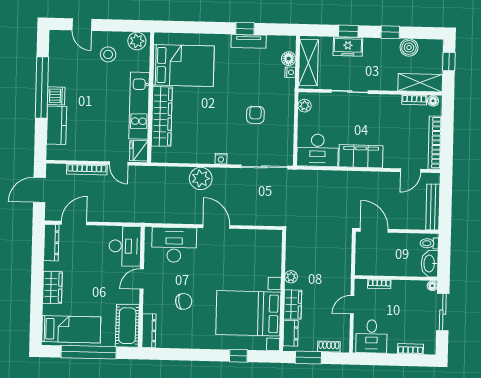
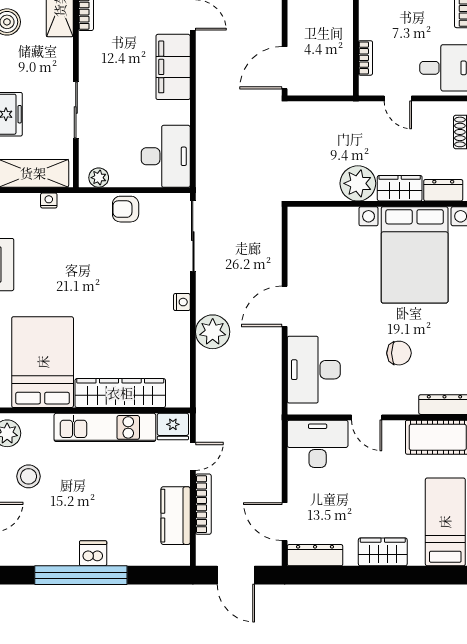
floor lamp: (289, 59) -> (28, 203), removed
armchair: (255, 115) -> (126, 209), moved
kitchen counter: (57, 125) -> (176, 516), moved, turned -90
filing cabinet: (361, 156) -> (173, 67), moved
plant: (291, 277) -> (358, 183), width x1.87, depth x1.87
chair: (184, 301) -> (399, 353), turned 98

